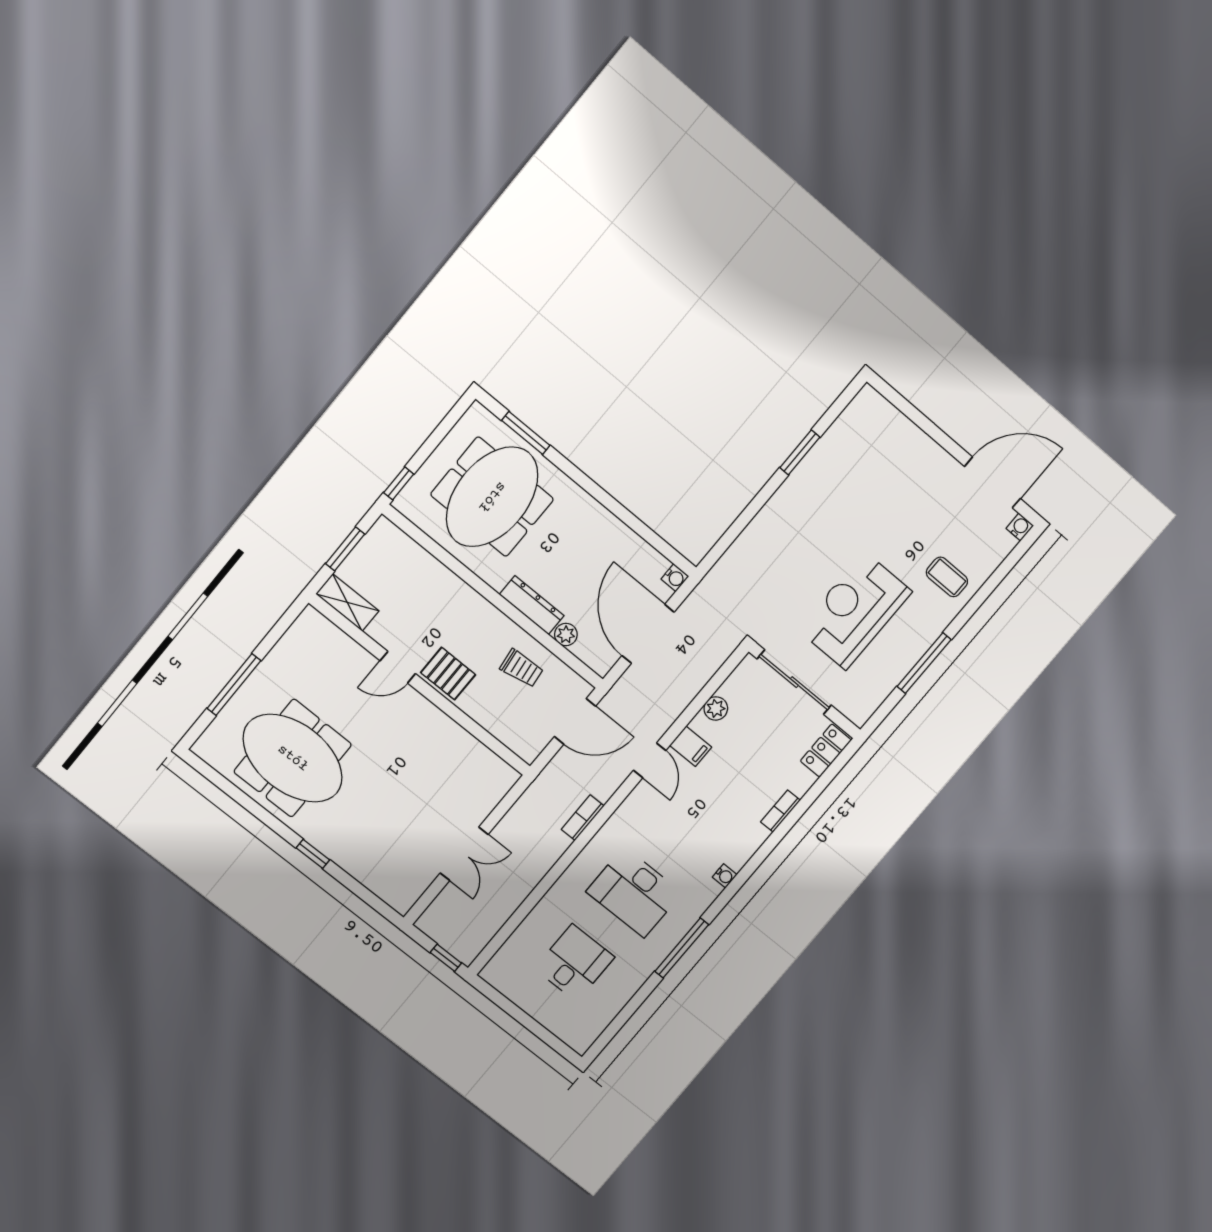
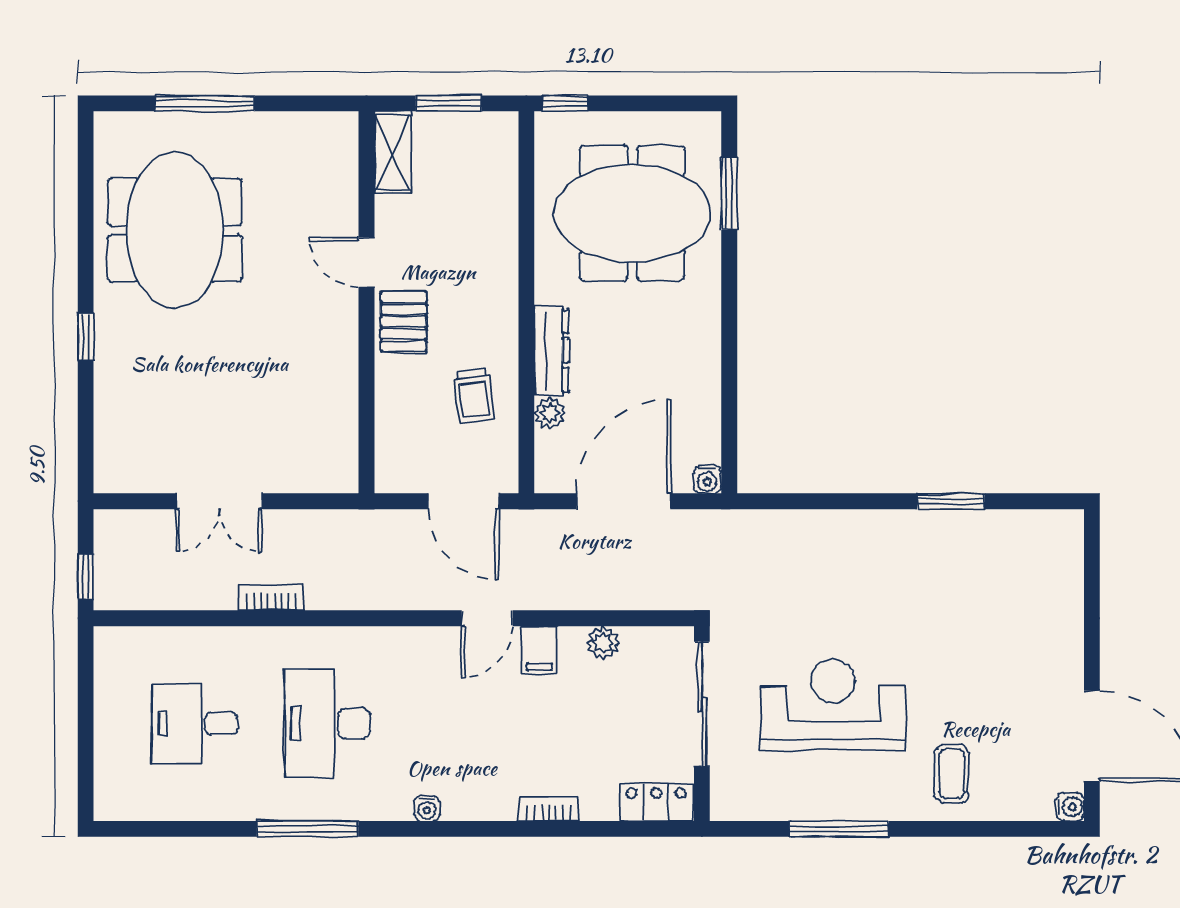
bookcase: (583, 818) -> (271, 598), moved
desk: (574, 963) -> (195, 724), turned 180

